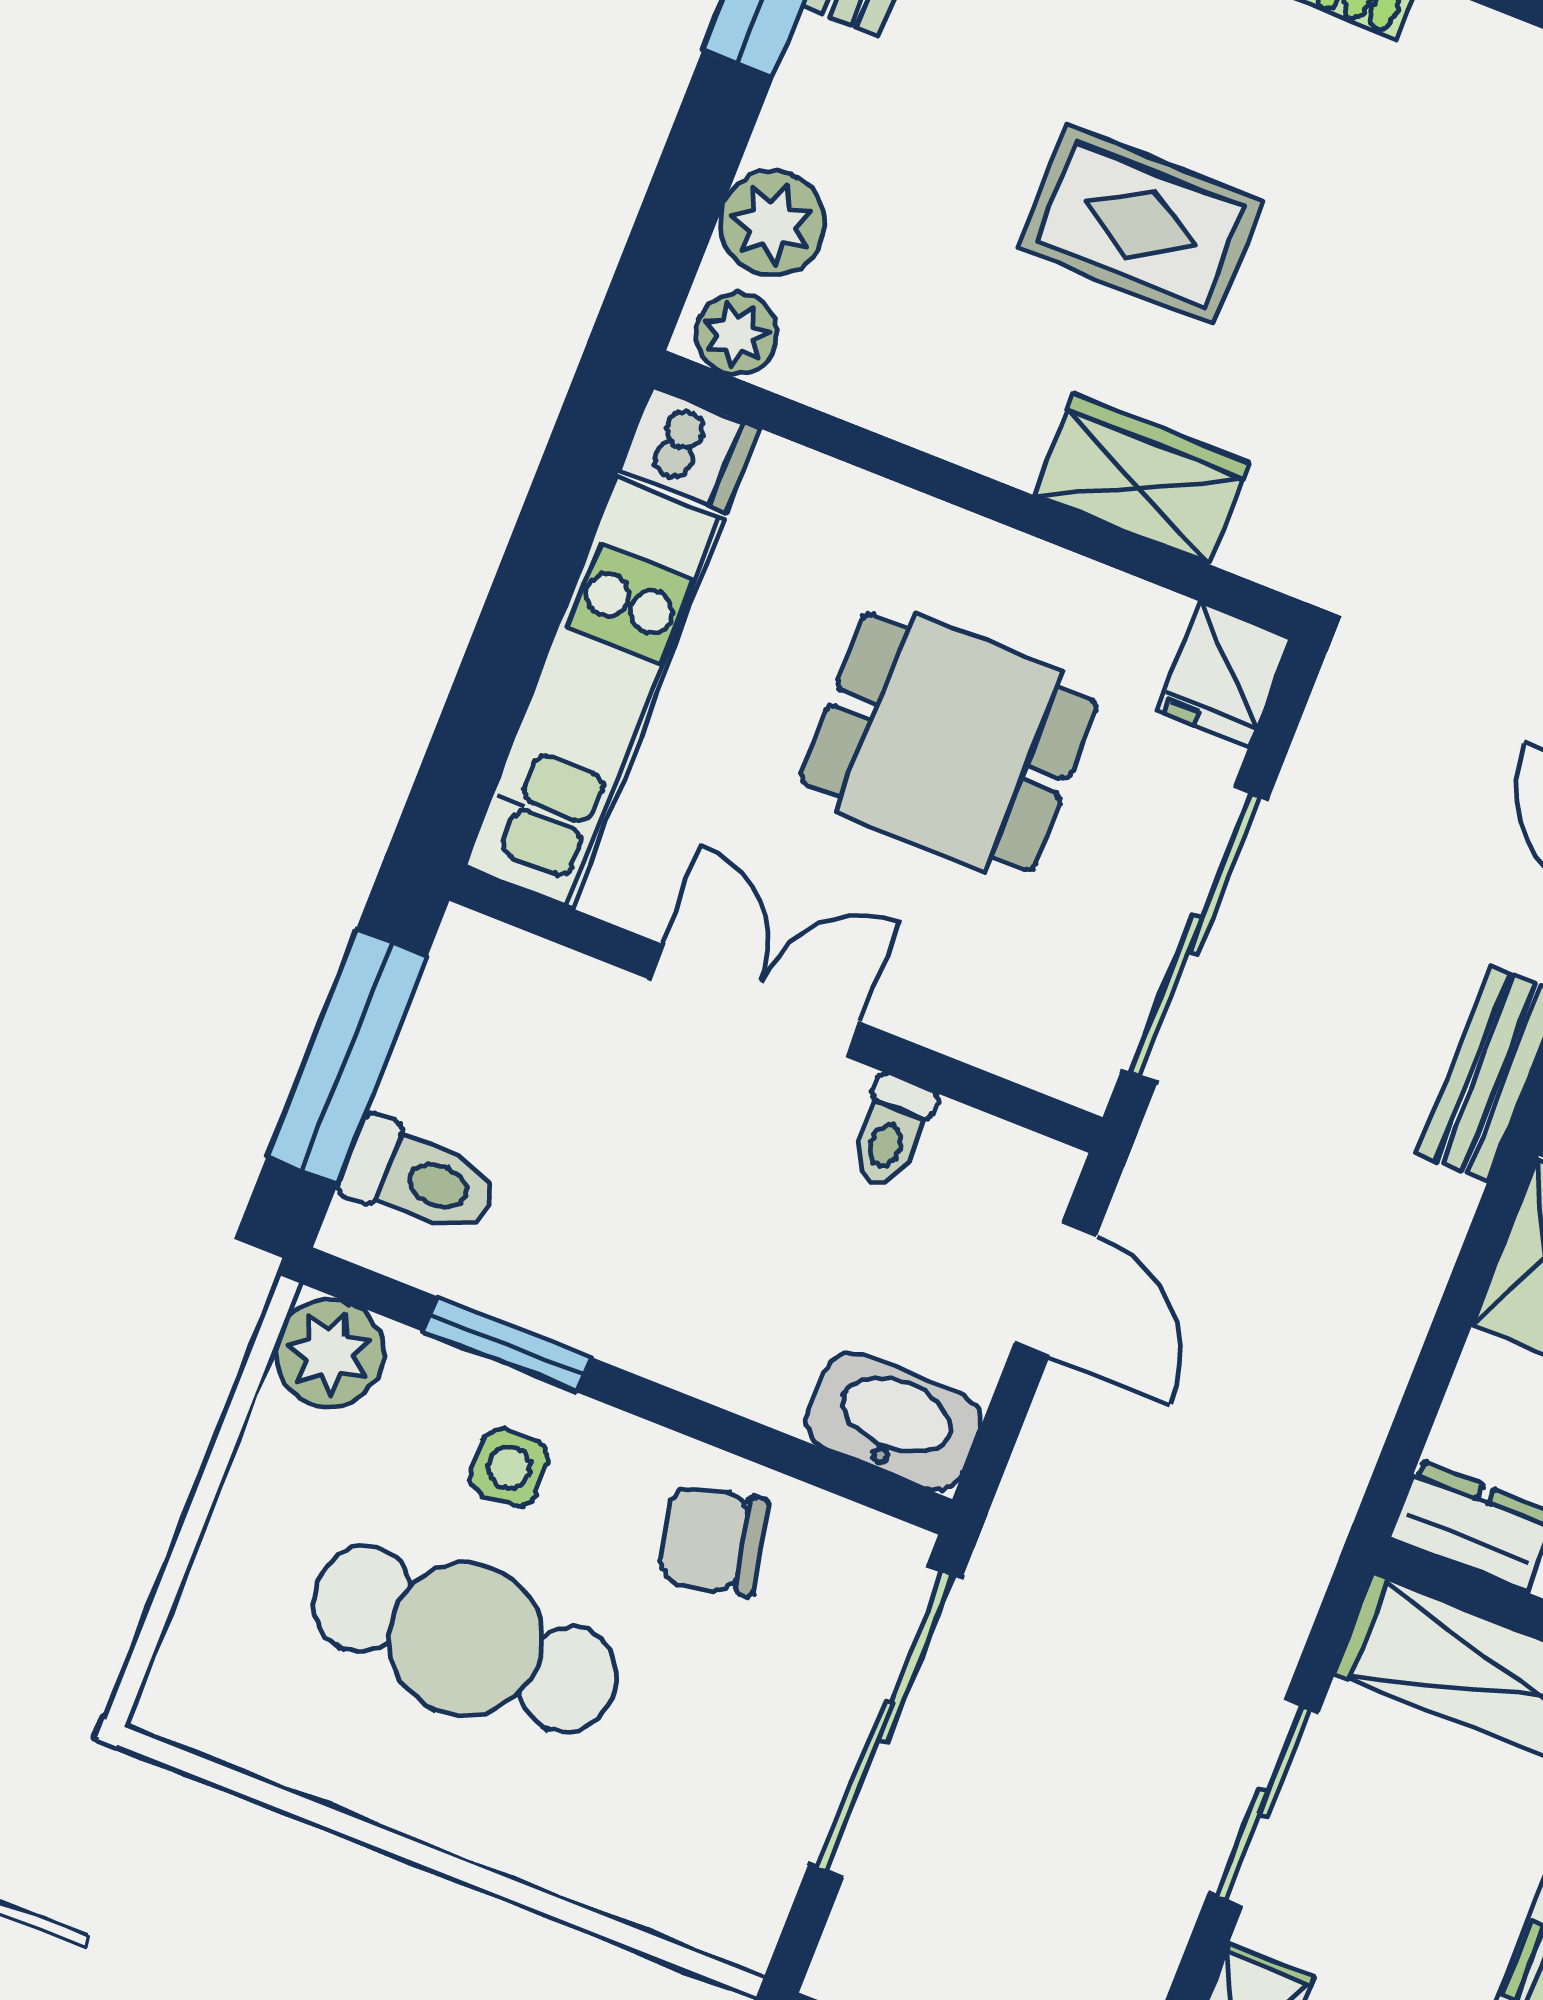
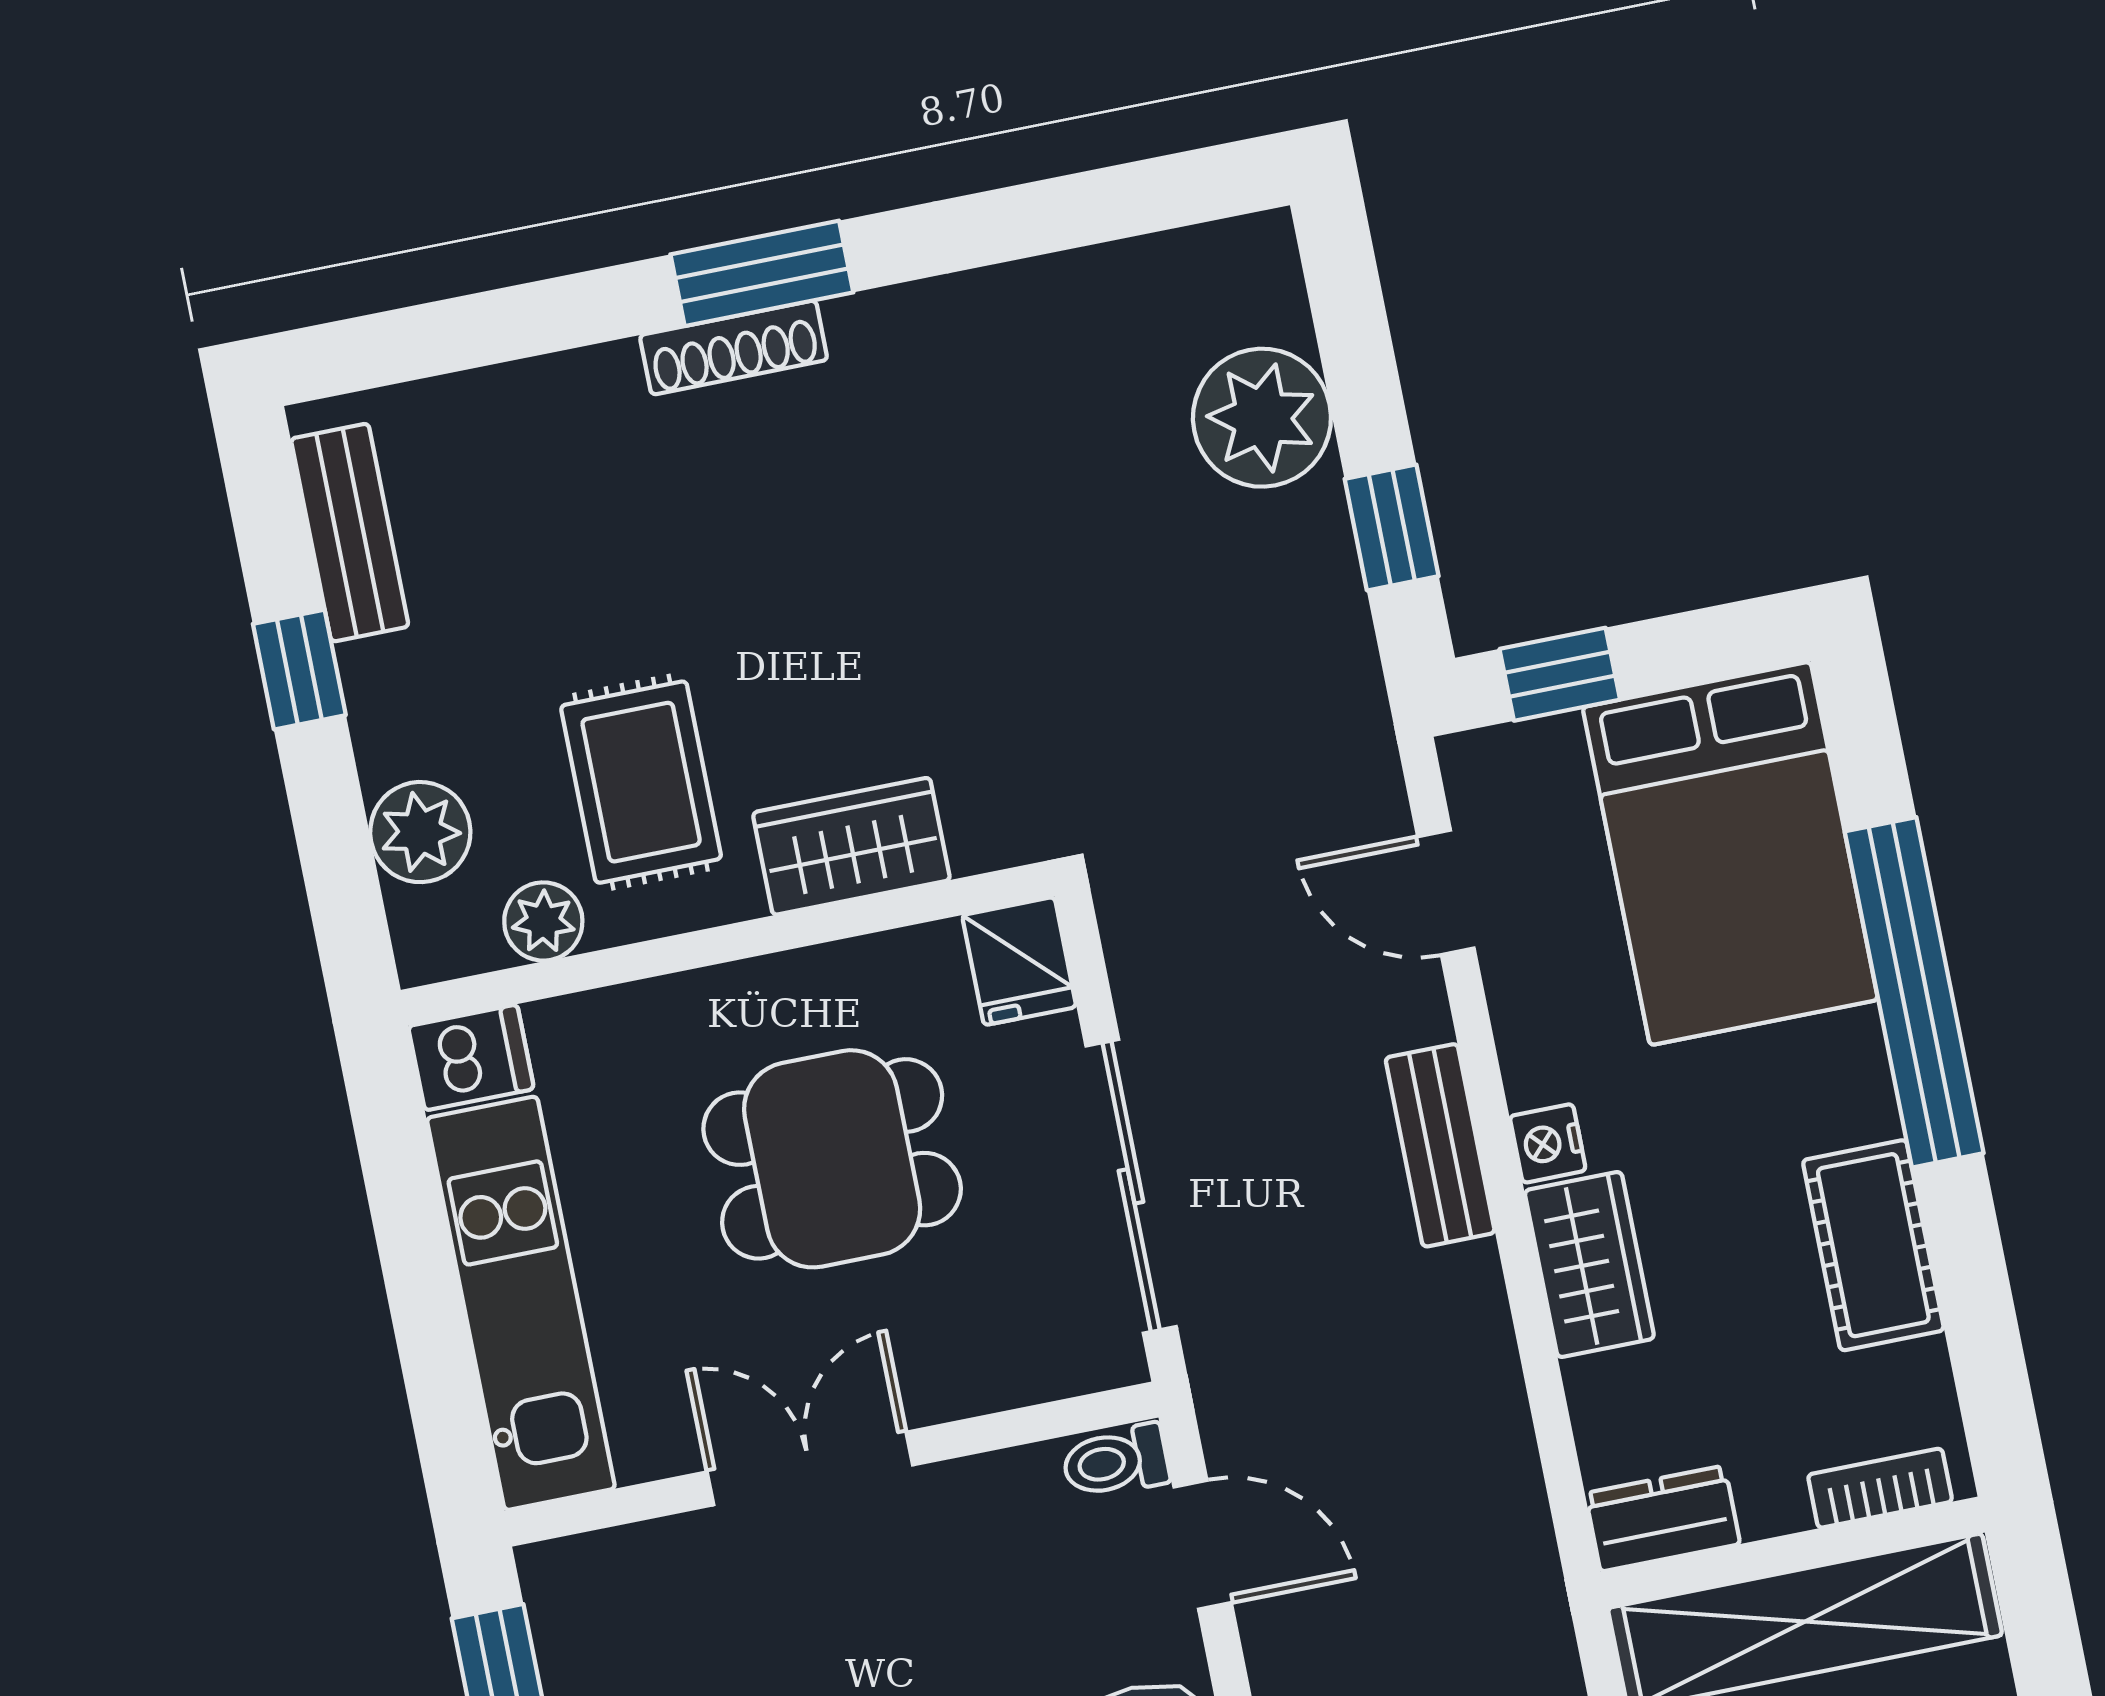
rug: (1141, 224) -> (641, 782), moved, turned 90
plant: (736, 334) -> (543, 921), moved
toilet: (891, 1132) -> (1116, 1461), moved, turned 90

